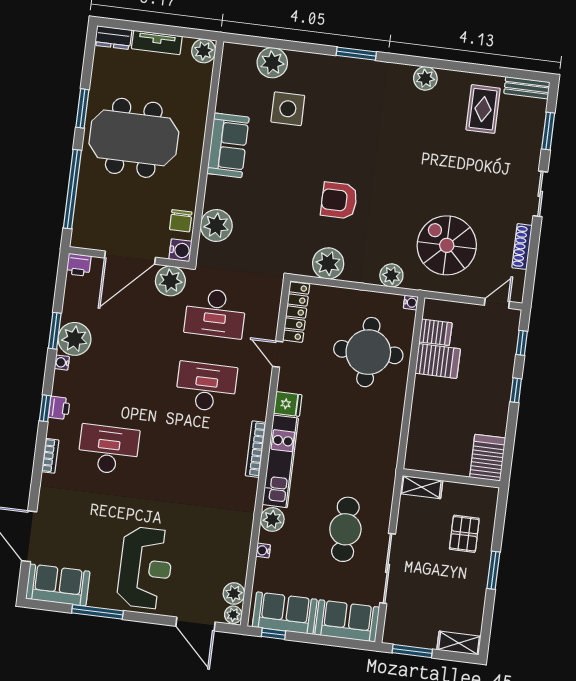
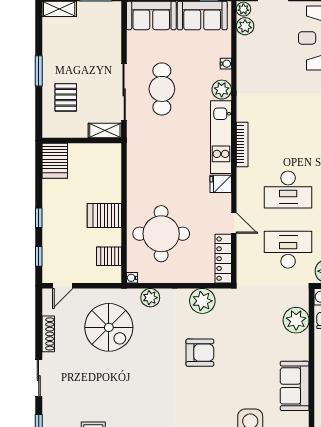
server rack: (438, 361) -> (104, 216), moved
sliding door: (388, 568) -> (124, 92), moved

